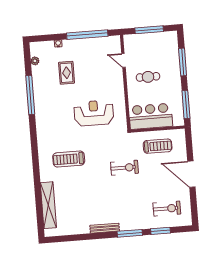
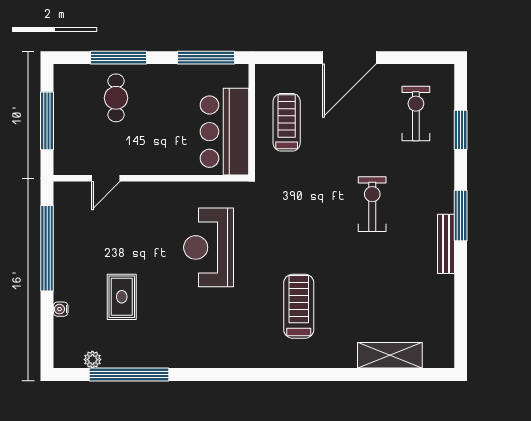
rug: (67, 73) -> (122, 297), turned 90
cafe table: (148, 77) -> (116, 98), moved
window: (30, 95) -> (129, 375), moved
treadmill: (69, 159) -> (299, 306), turned 180
exercise bike: (124, 168) -> (372, 204), moved
shelving: (48, 205) -> (390, 355), width x0.68
window: (130, 233) -> (461, 216), moved

